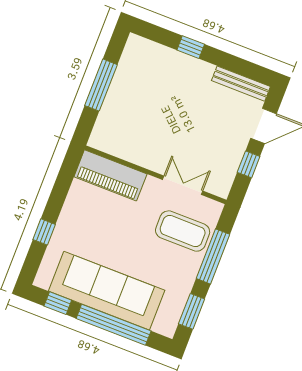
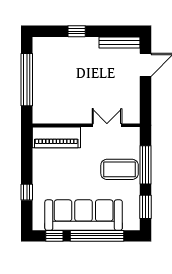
window: (101, 85) -> (27, 80), width x1.46
window: (249, 164) -> (145, 94), removed
coffee table: (183, 231) -> (120, 169), moved

